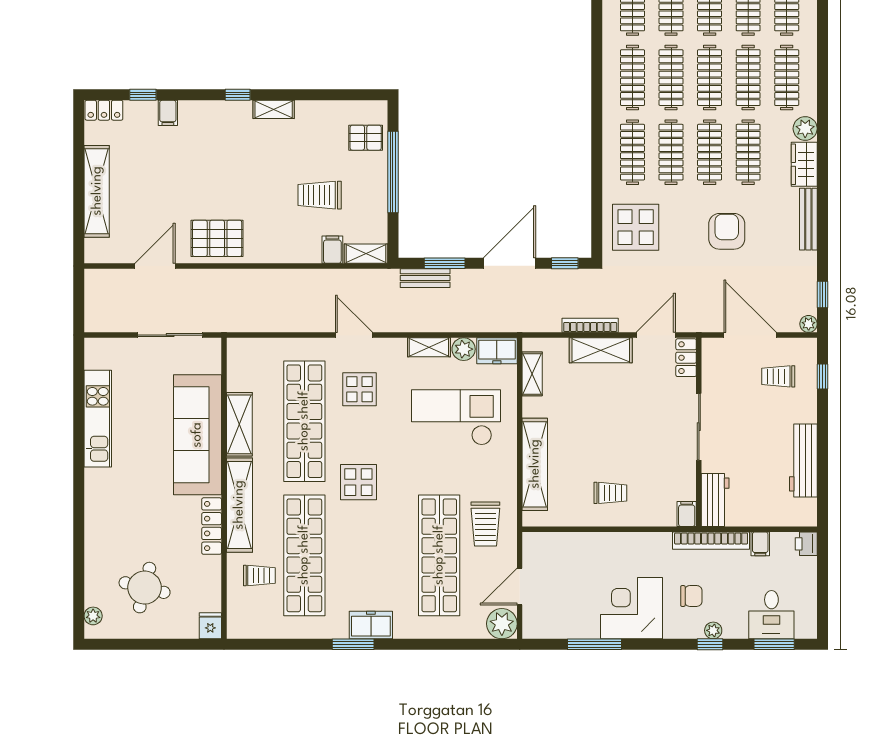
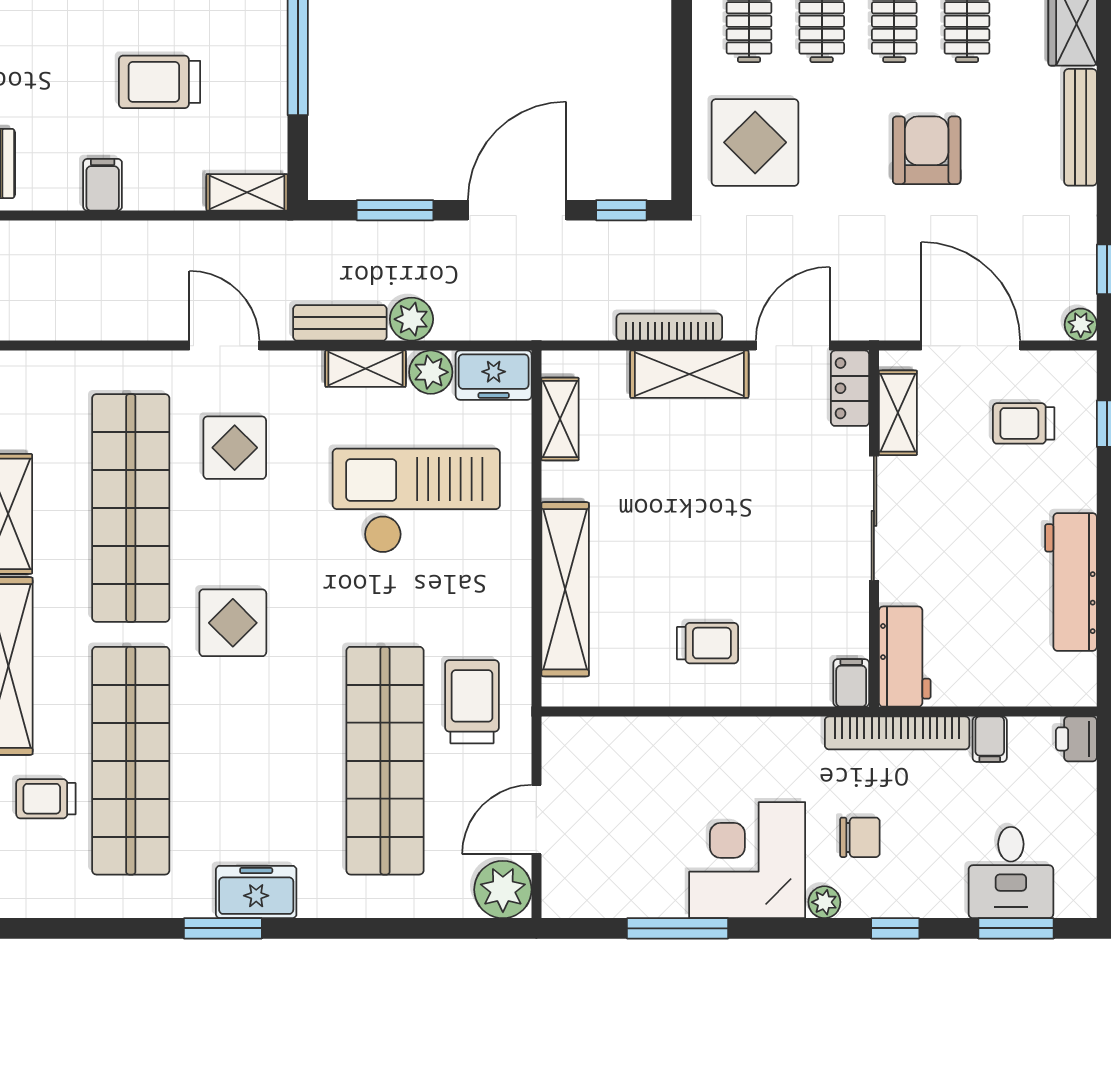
filing cabinet: (332, 250) -> (103, 185), moved
bench: (425, 278) -> (340, 323), moved
plant: (453, 321) -> (411, 319), added
shelving: (711, 371) -> (898, 413), added
trolley: (485, 524) -> (472, 702), turned 180
trolley: (259, 576) -> (46, 799), turned 180
plant: (713, 630) -> (824, 902), moved

